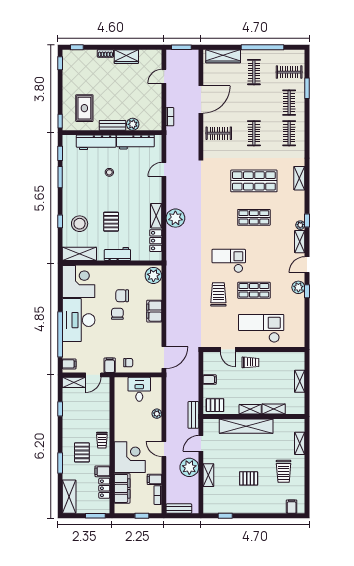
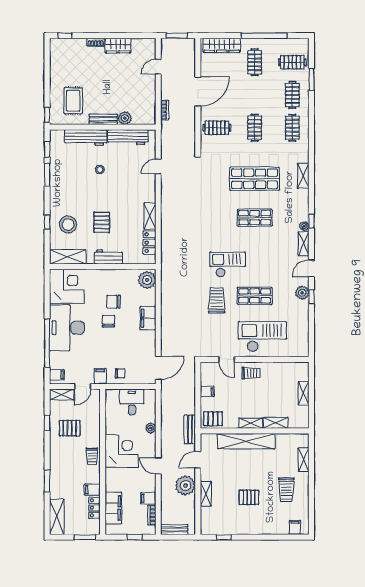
window: (60, 63) -> (47, 53), removed
plant: (175, 218) -> (171, 219), removed
pallet: (82, 452) -> (70, 428), moved, turned 90
corner desk: (130, 457) -> (122, 451), moved

